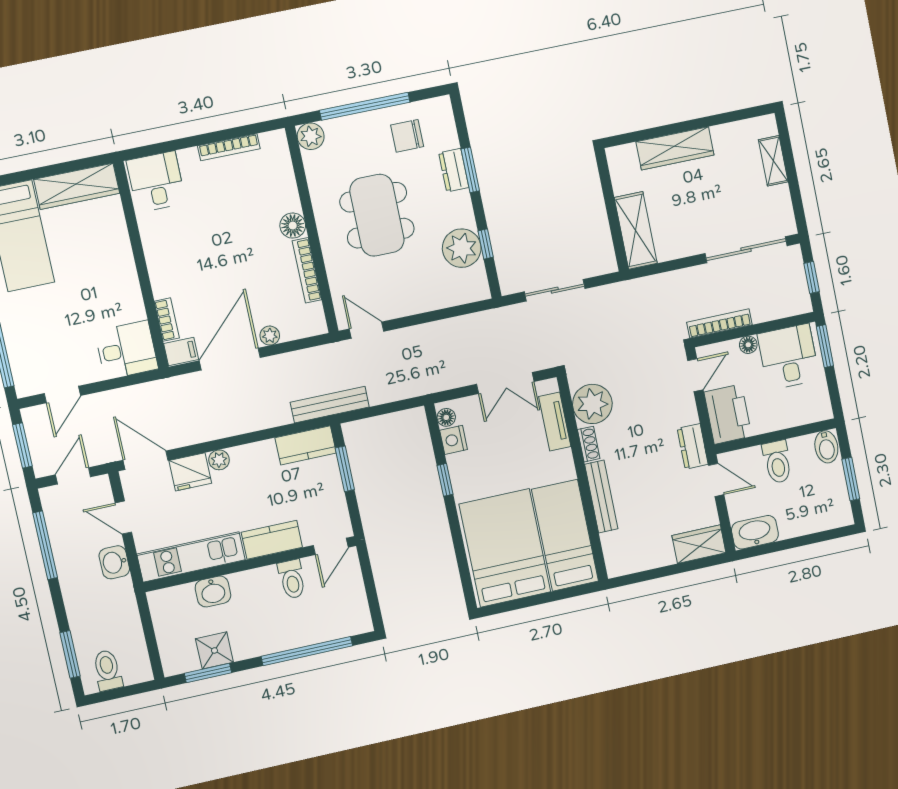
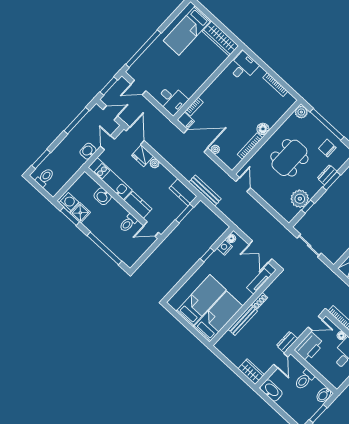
plant: (592, 404) -> (276, 291), removed
bed: (505, 548) -> (201, 301), width x0.67
washing machine: (182, 658) -> (69, 202), added

